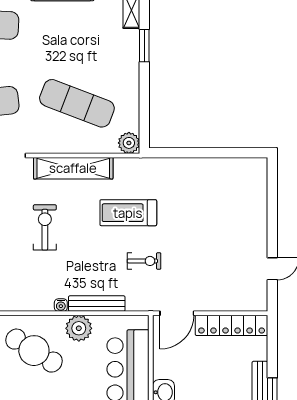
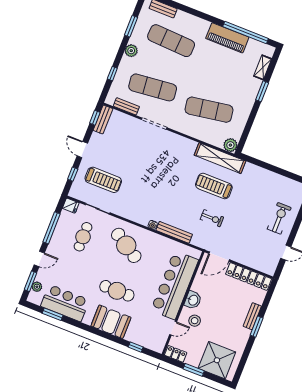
exercise mat: (77, 103) -> (209, 110), turned -30
shelving: (73, 168) -> (220, 158), moved
exercise bike: (45, 227) -> (279, 218), moved
plant: (79, 328) -> (158, 243), removed

